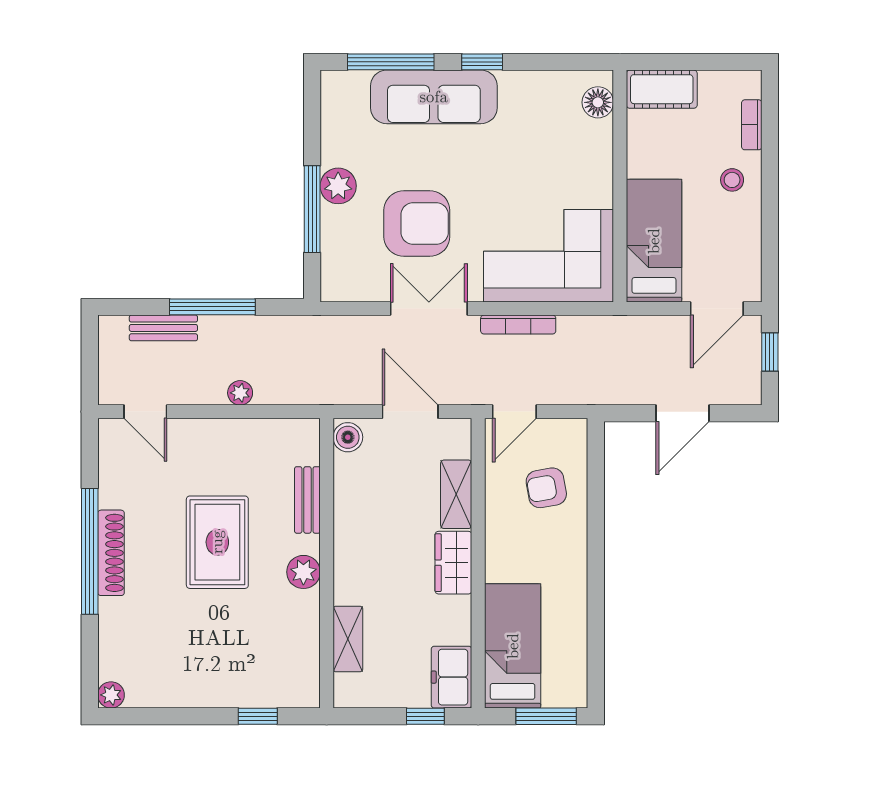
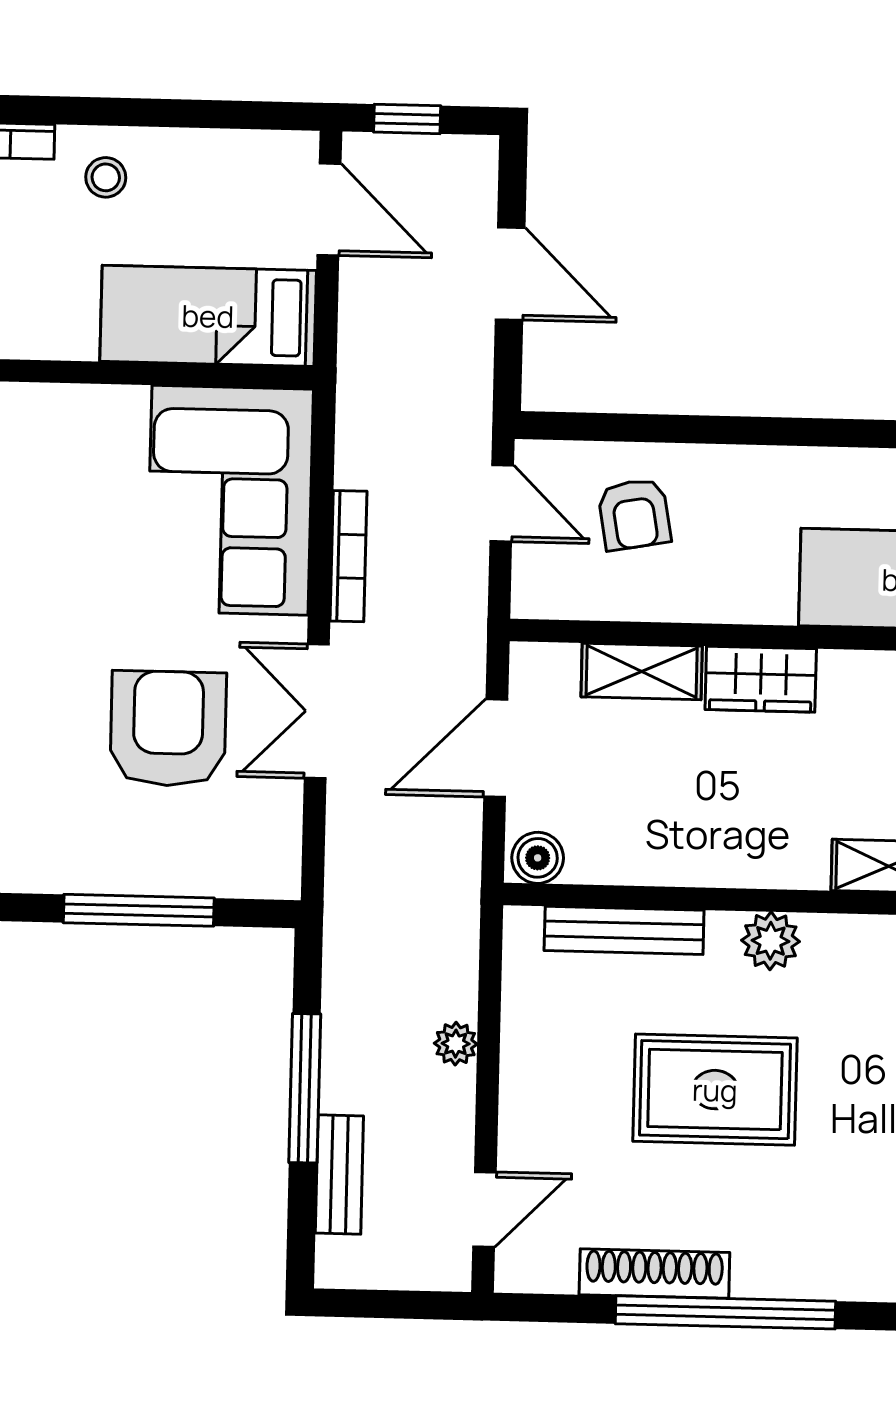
plant: (338, 186) -> (99, 864), removed
door: (514, 412) -> (502, 503), moved
bench: (307, 500) -> (624, 930), width x1.36
shoe rack: (111, 553) -> (654, 1274), moved

